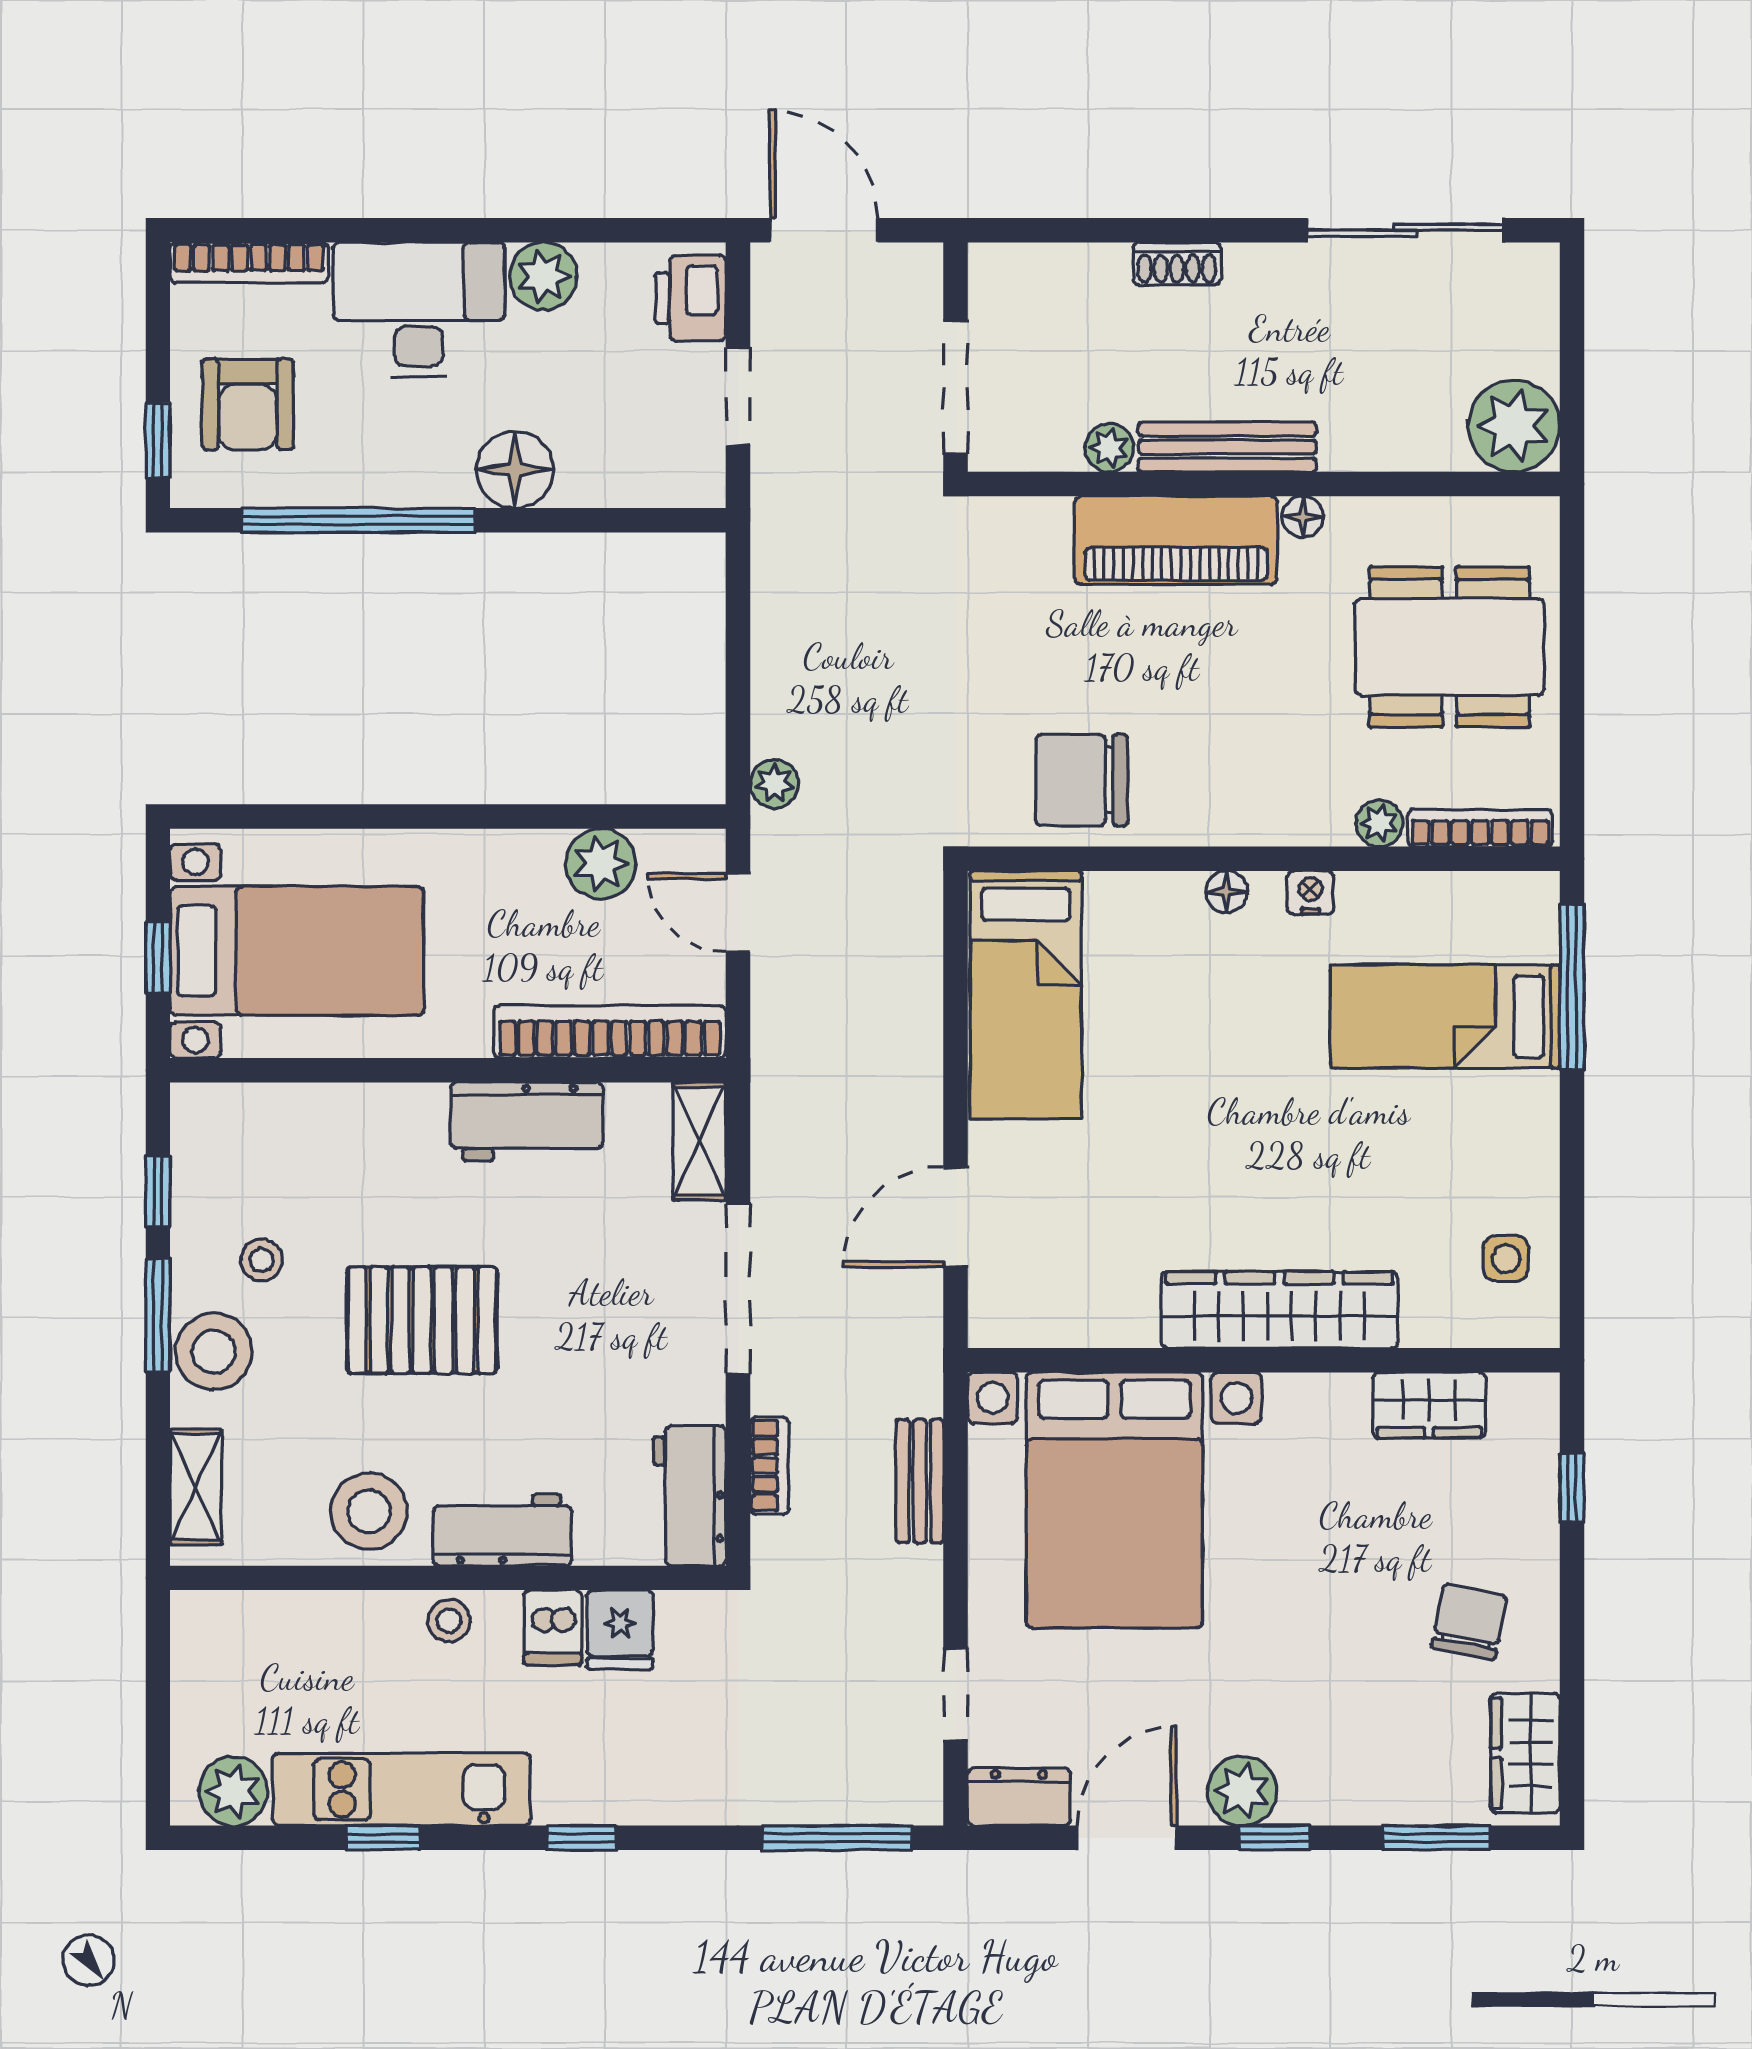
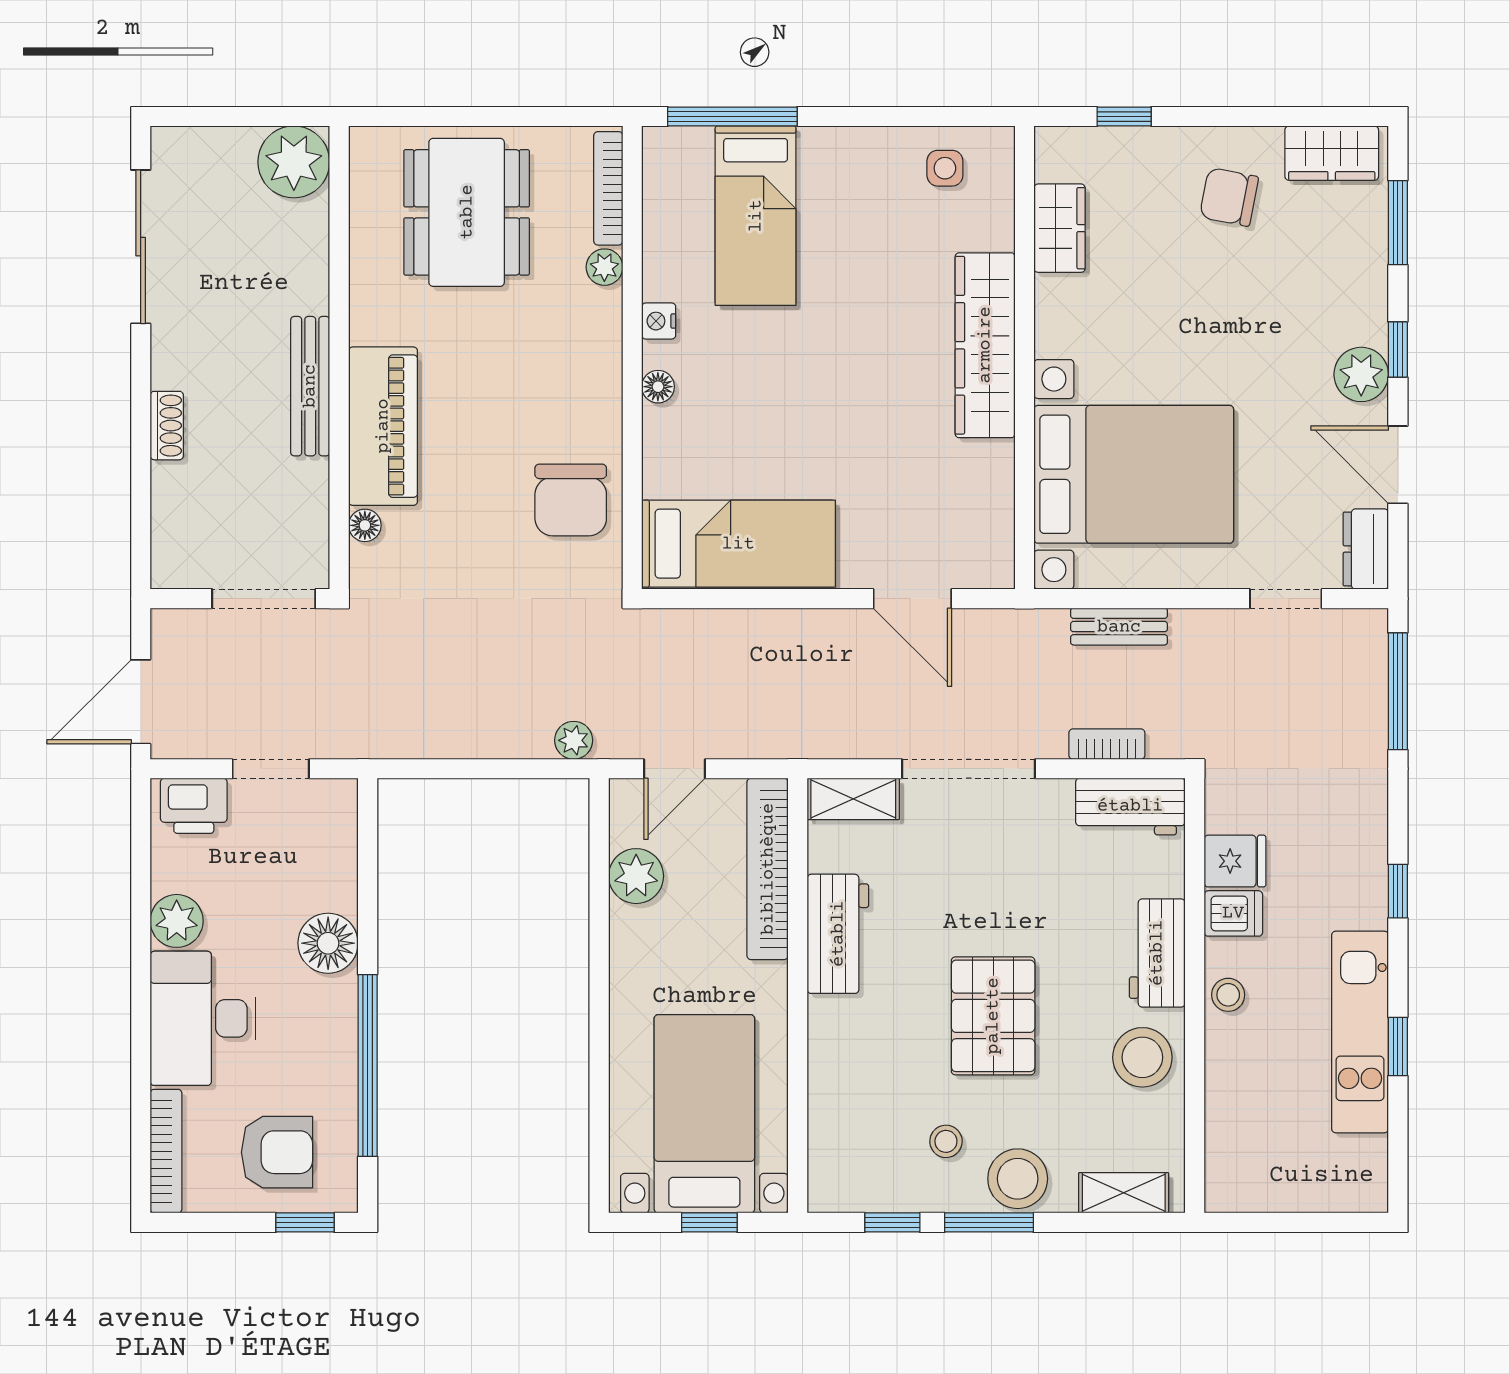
plant: (1109, 448) -> (311, 479), removed
floor lamp: (1303, 517) -> (365, 525), moved
plant: (233, 1791) -> (1361, 1163), removed

